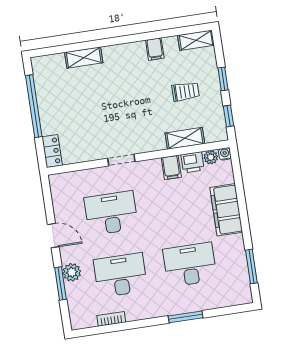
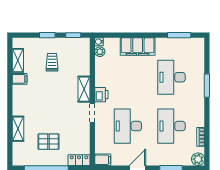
shelving: (196, 40) -> (18, 60), moved
pallet: (72, 104) -> (48, 142), added
shelving: (185, 138) -> (84, 89), moved
printer: (192, 162) -> (101, 95), moved
filing cabinet: (171, 167) -> (103, 160), moved
plant: (72, 272) -> (198, 159), moved

